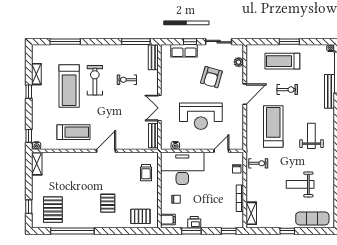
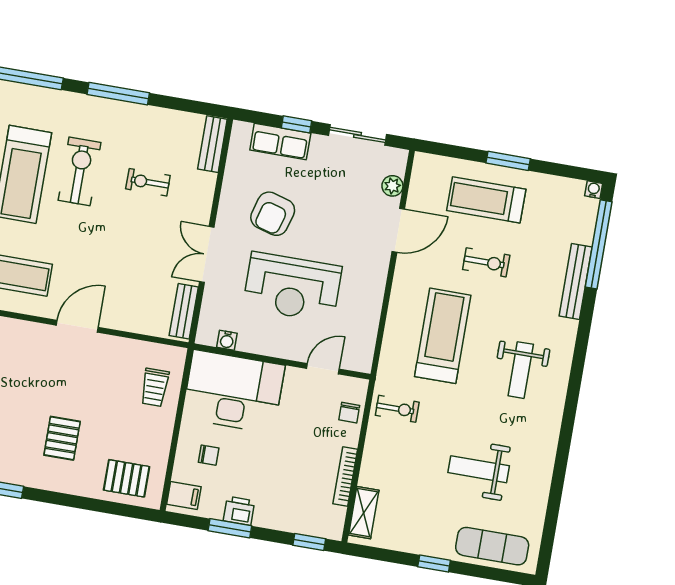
window: (136, 42) -> (118, 94), moved
armchair: (211, 77) -> (273, 214), moved
door: (245, 94) -> (398, 230), moved
weight bench: (311, 136) -> (521, 370), turned 180

